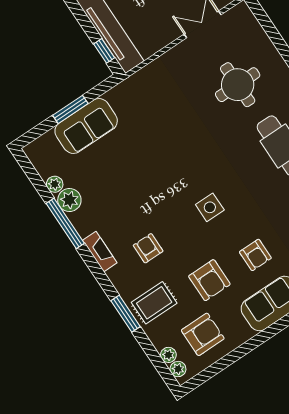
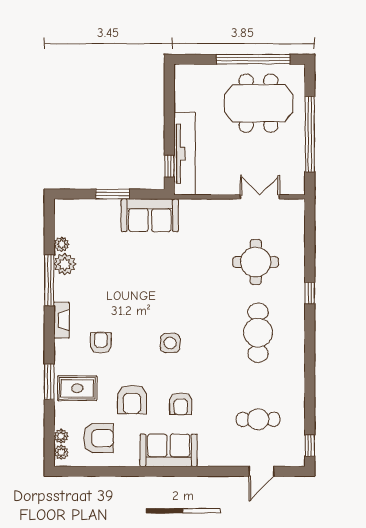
sofa: (86, 126) -> (150, 215), moved

